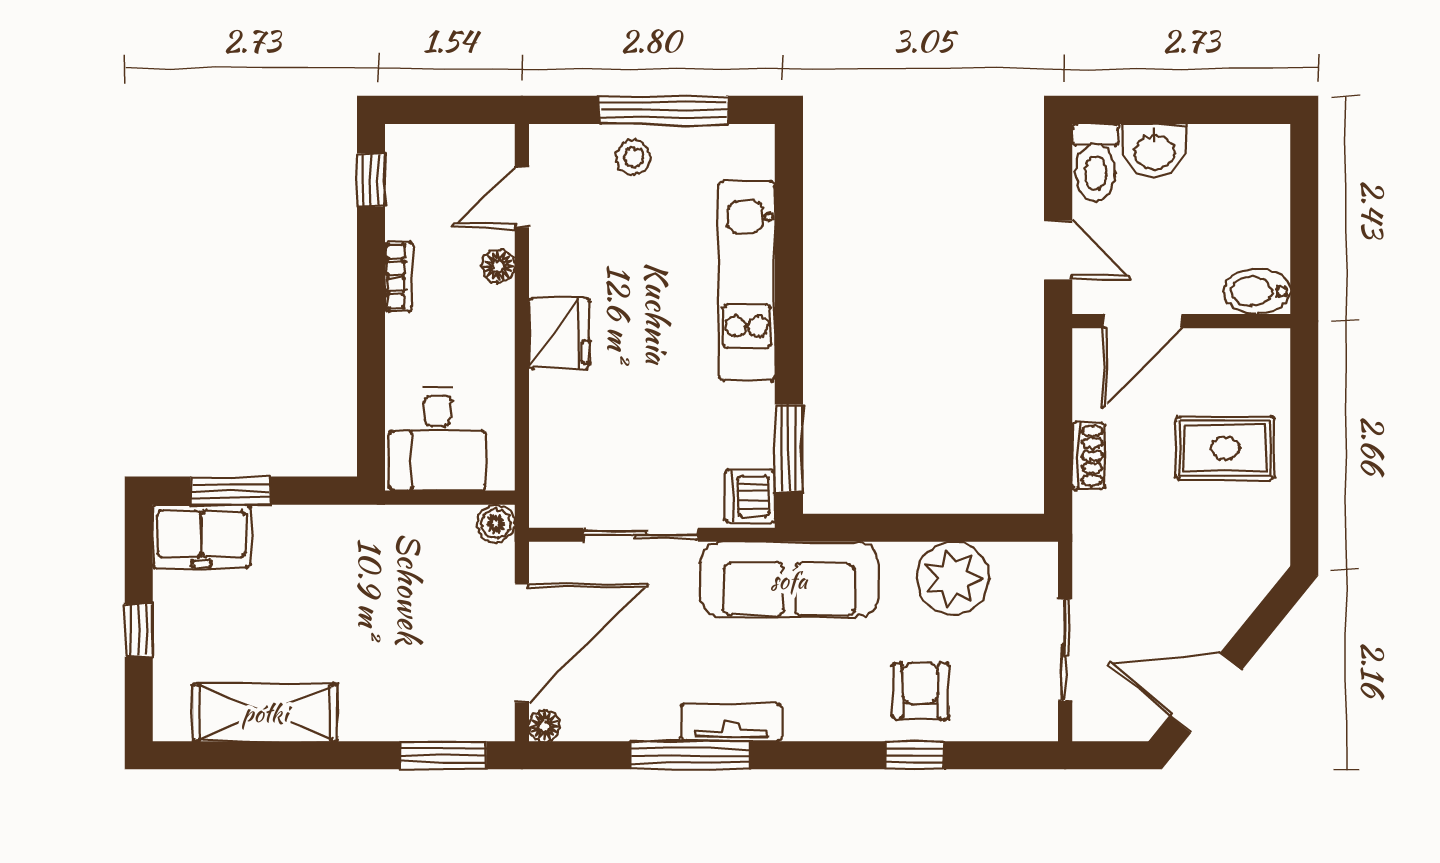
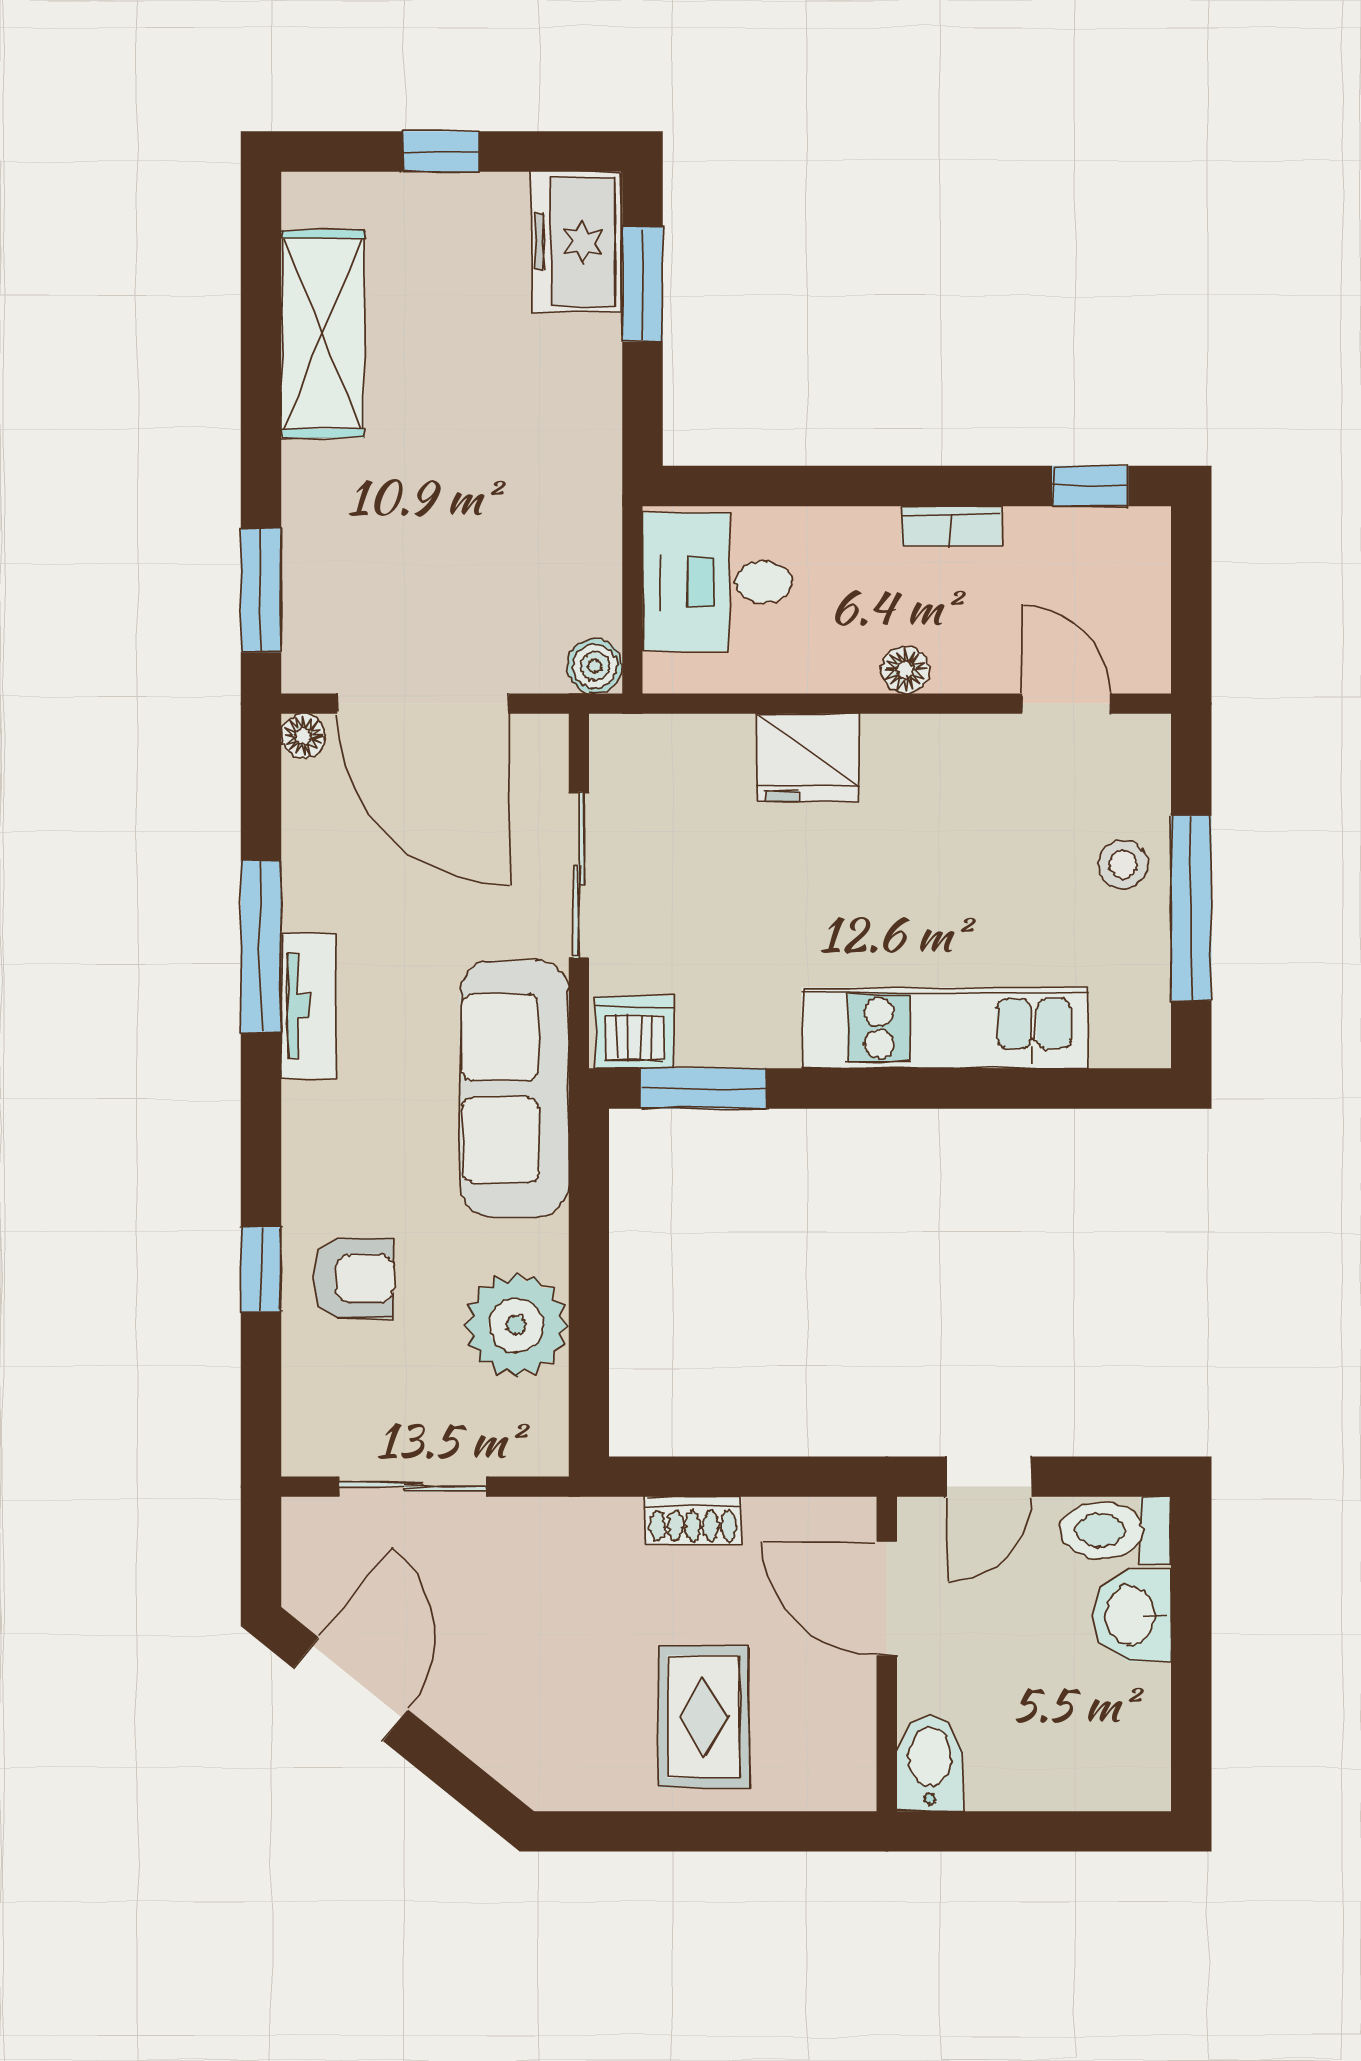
floor lamp: (498, 266) -> (905, 670), moved
fridge: (559, 333) -> (808, 758), moved

